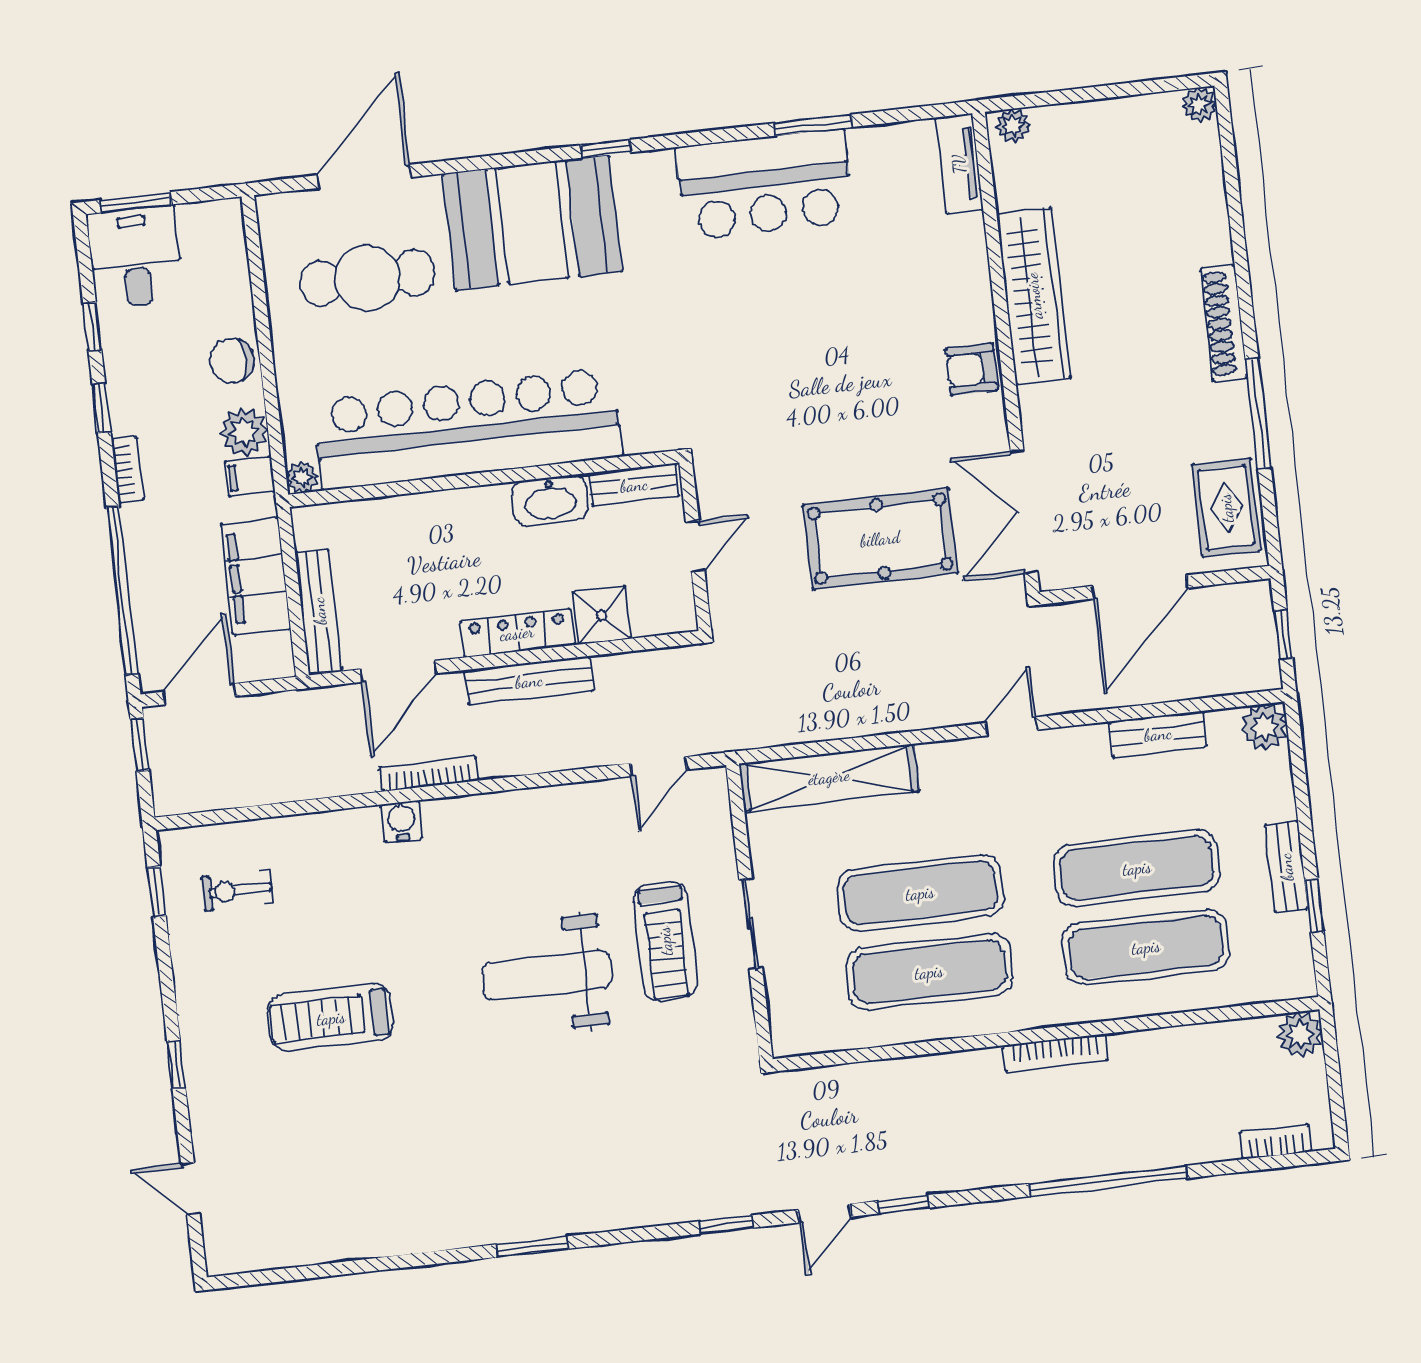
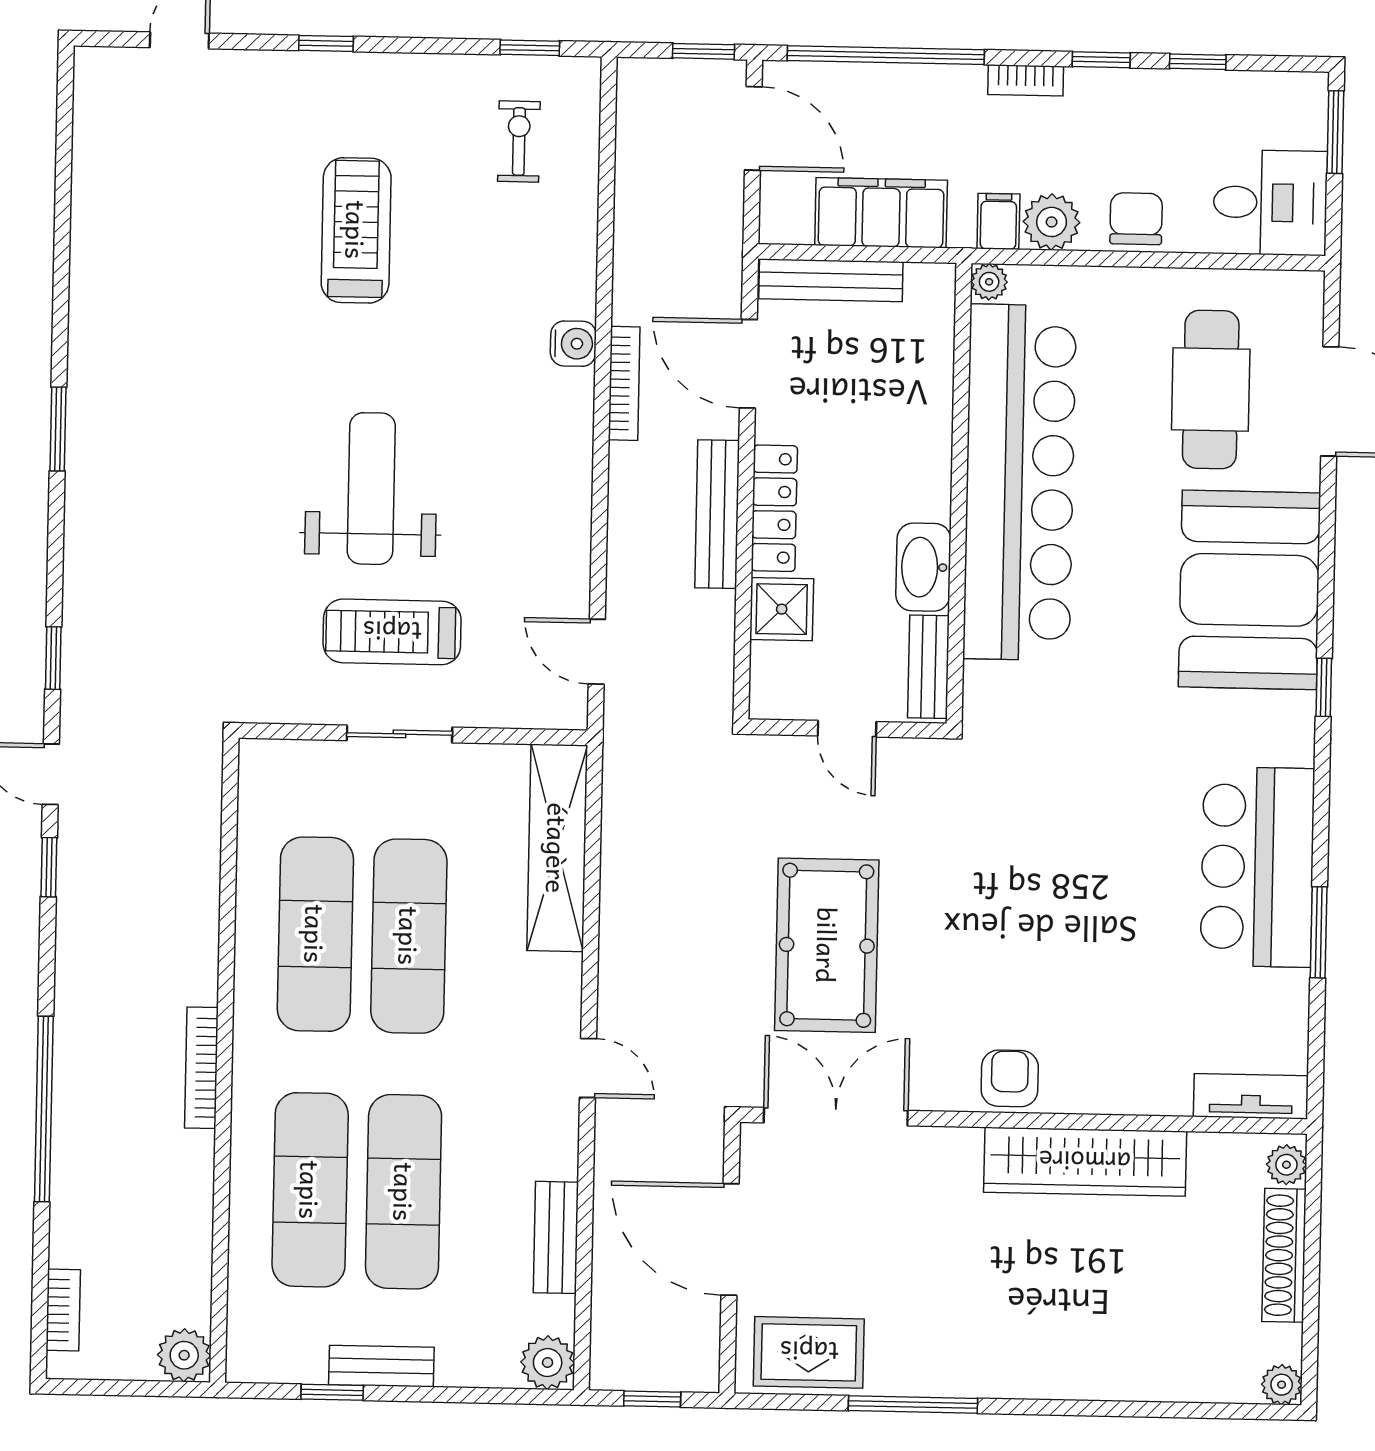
desk: (135, 257) -> (1270, 203), moved
shoe rack: (1224, 323) -> (1284, 1255), moved, turned -90

